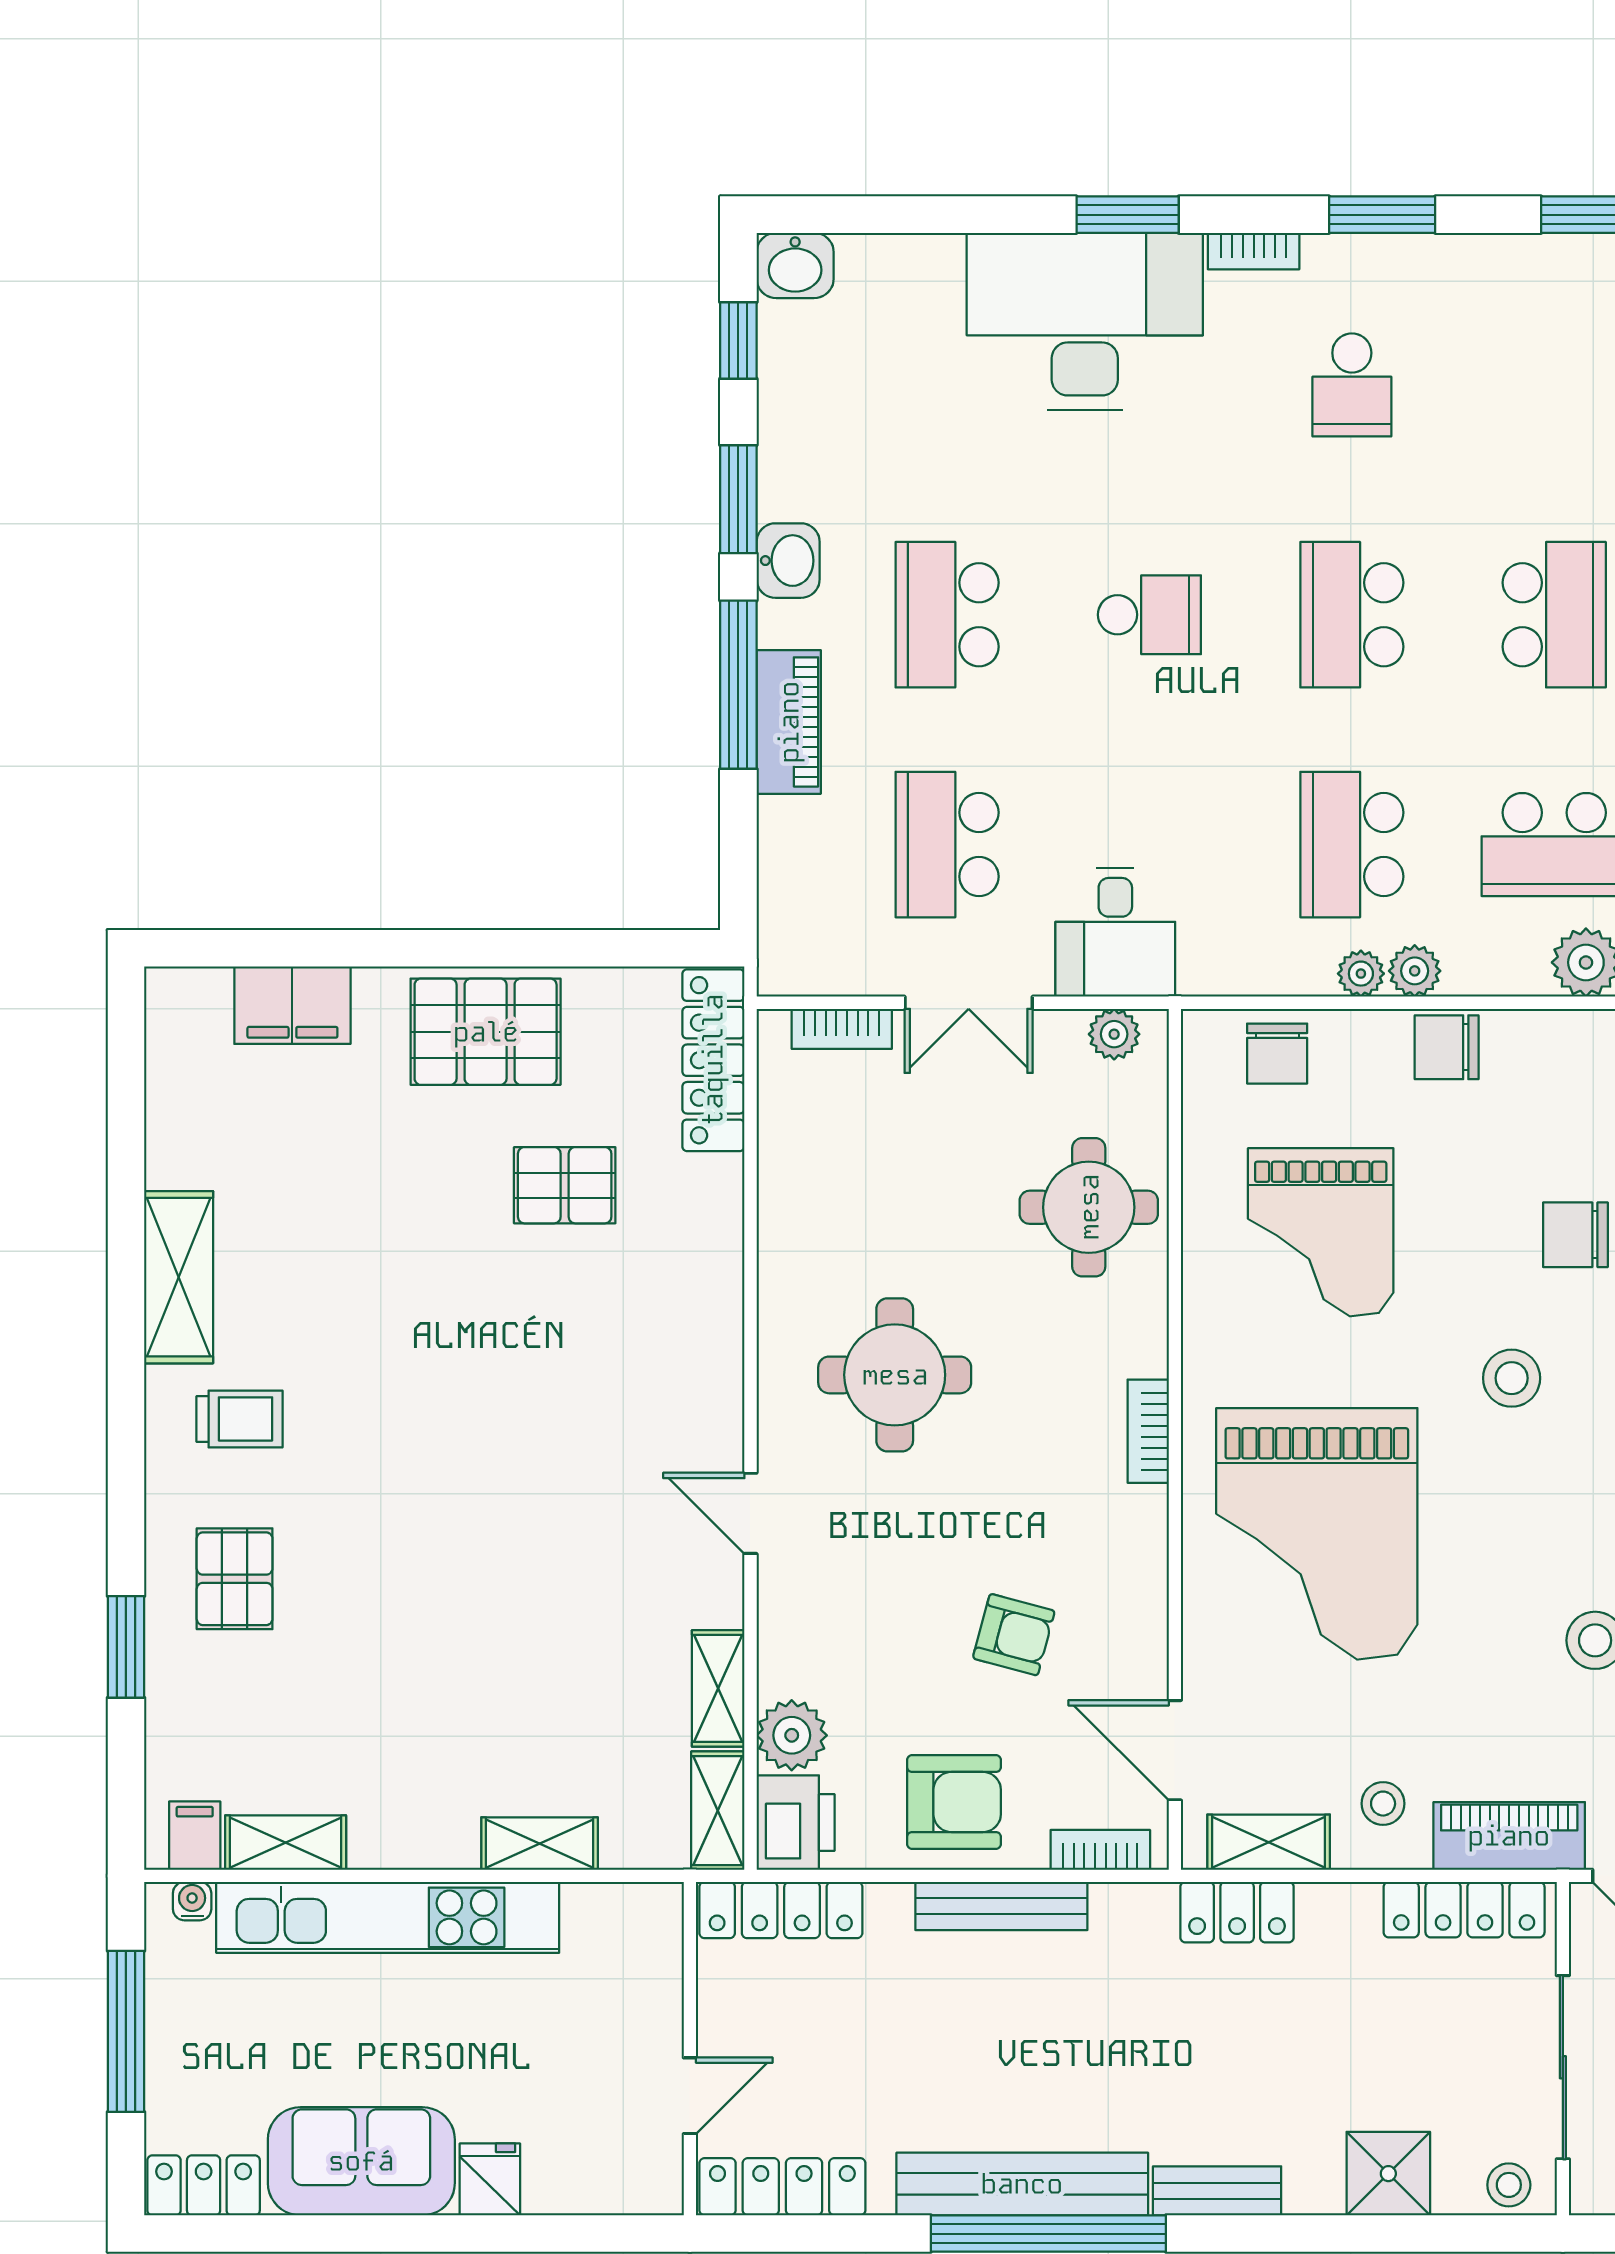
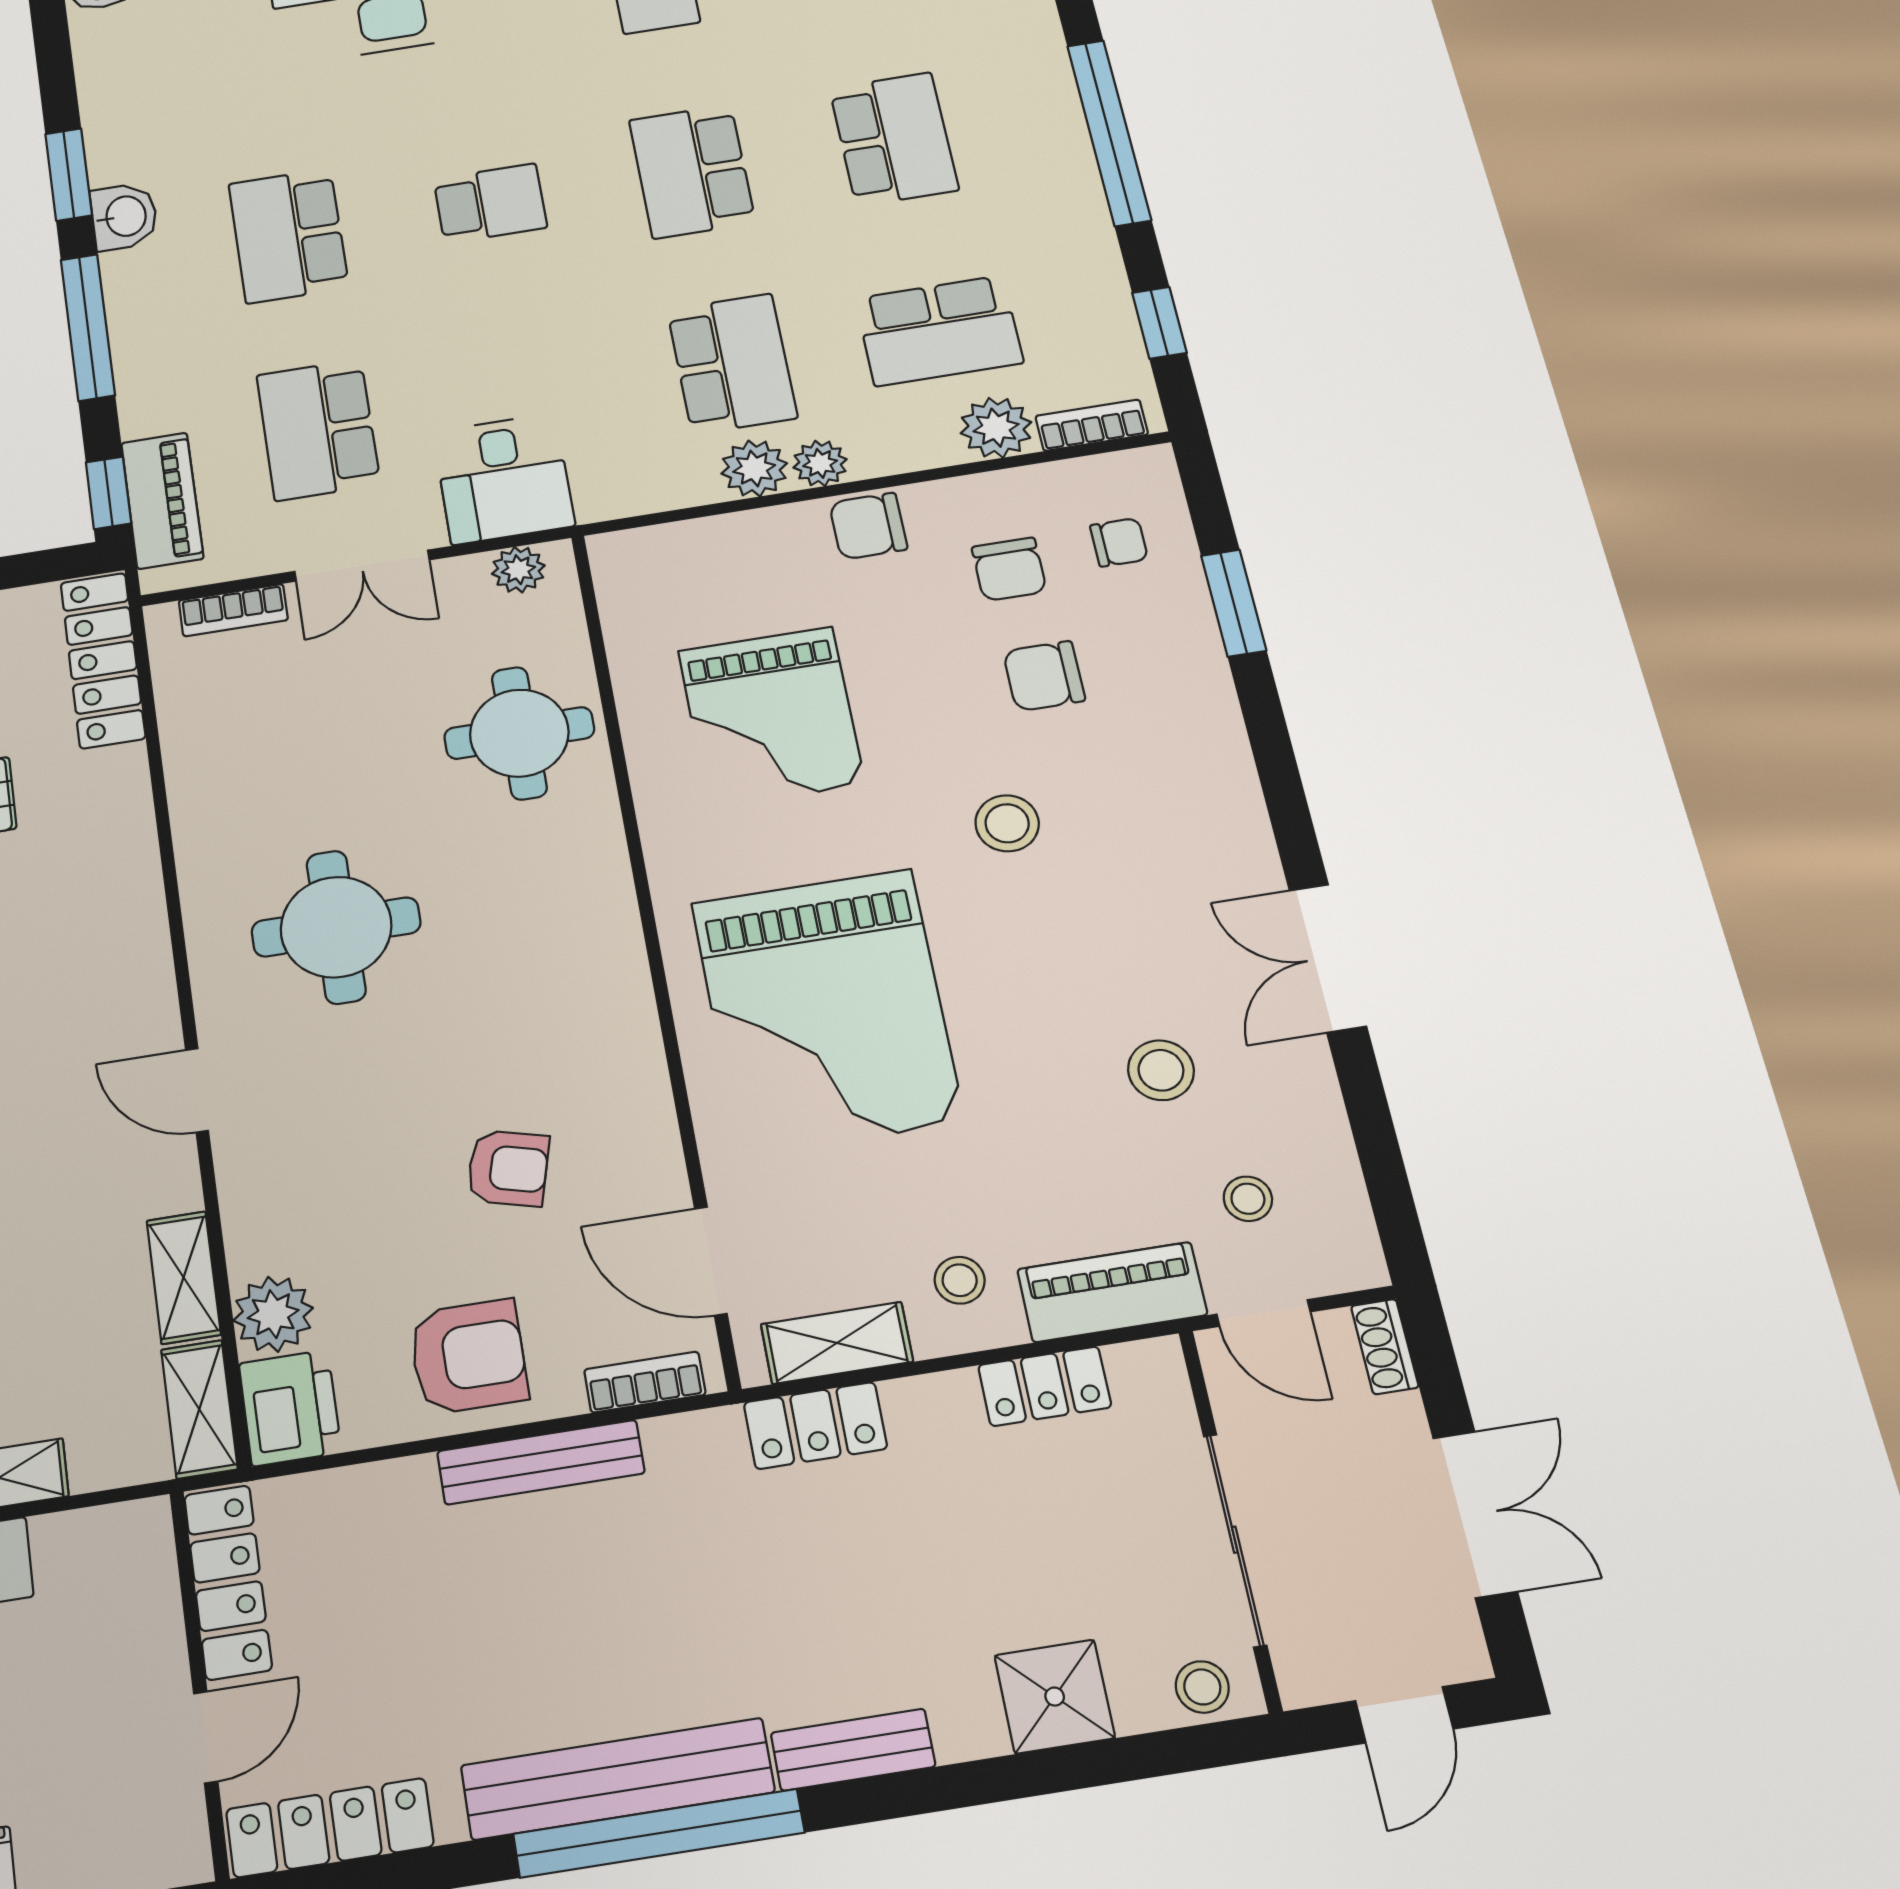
window: (738, 340) -> (109, 493), moved
piano: (789, 722) -> (162, 501), moved
school desk: (1352, 845) -> (732, 364), turned 180
plant: (1361, 974) -> (754, 468), width x1.38, depth x1.38
chair: (1277, 1054) -> (1009, 569), moved
bookcase: (1148, 1431) -> (621, 938), removed
locker: (781, 1910) -> (228, 1582), moved, turned -90
locker: (1464, 1910) -> (1045, 1386), width x0.66

